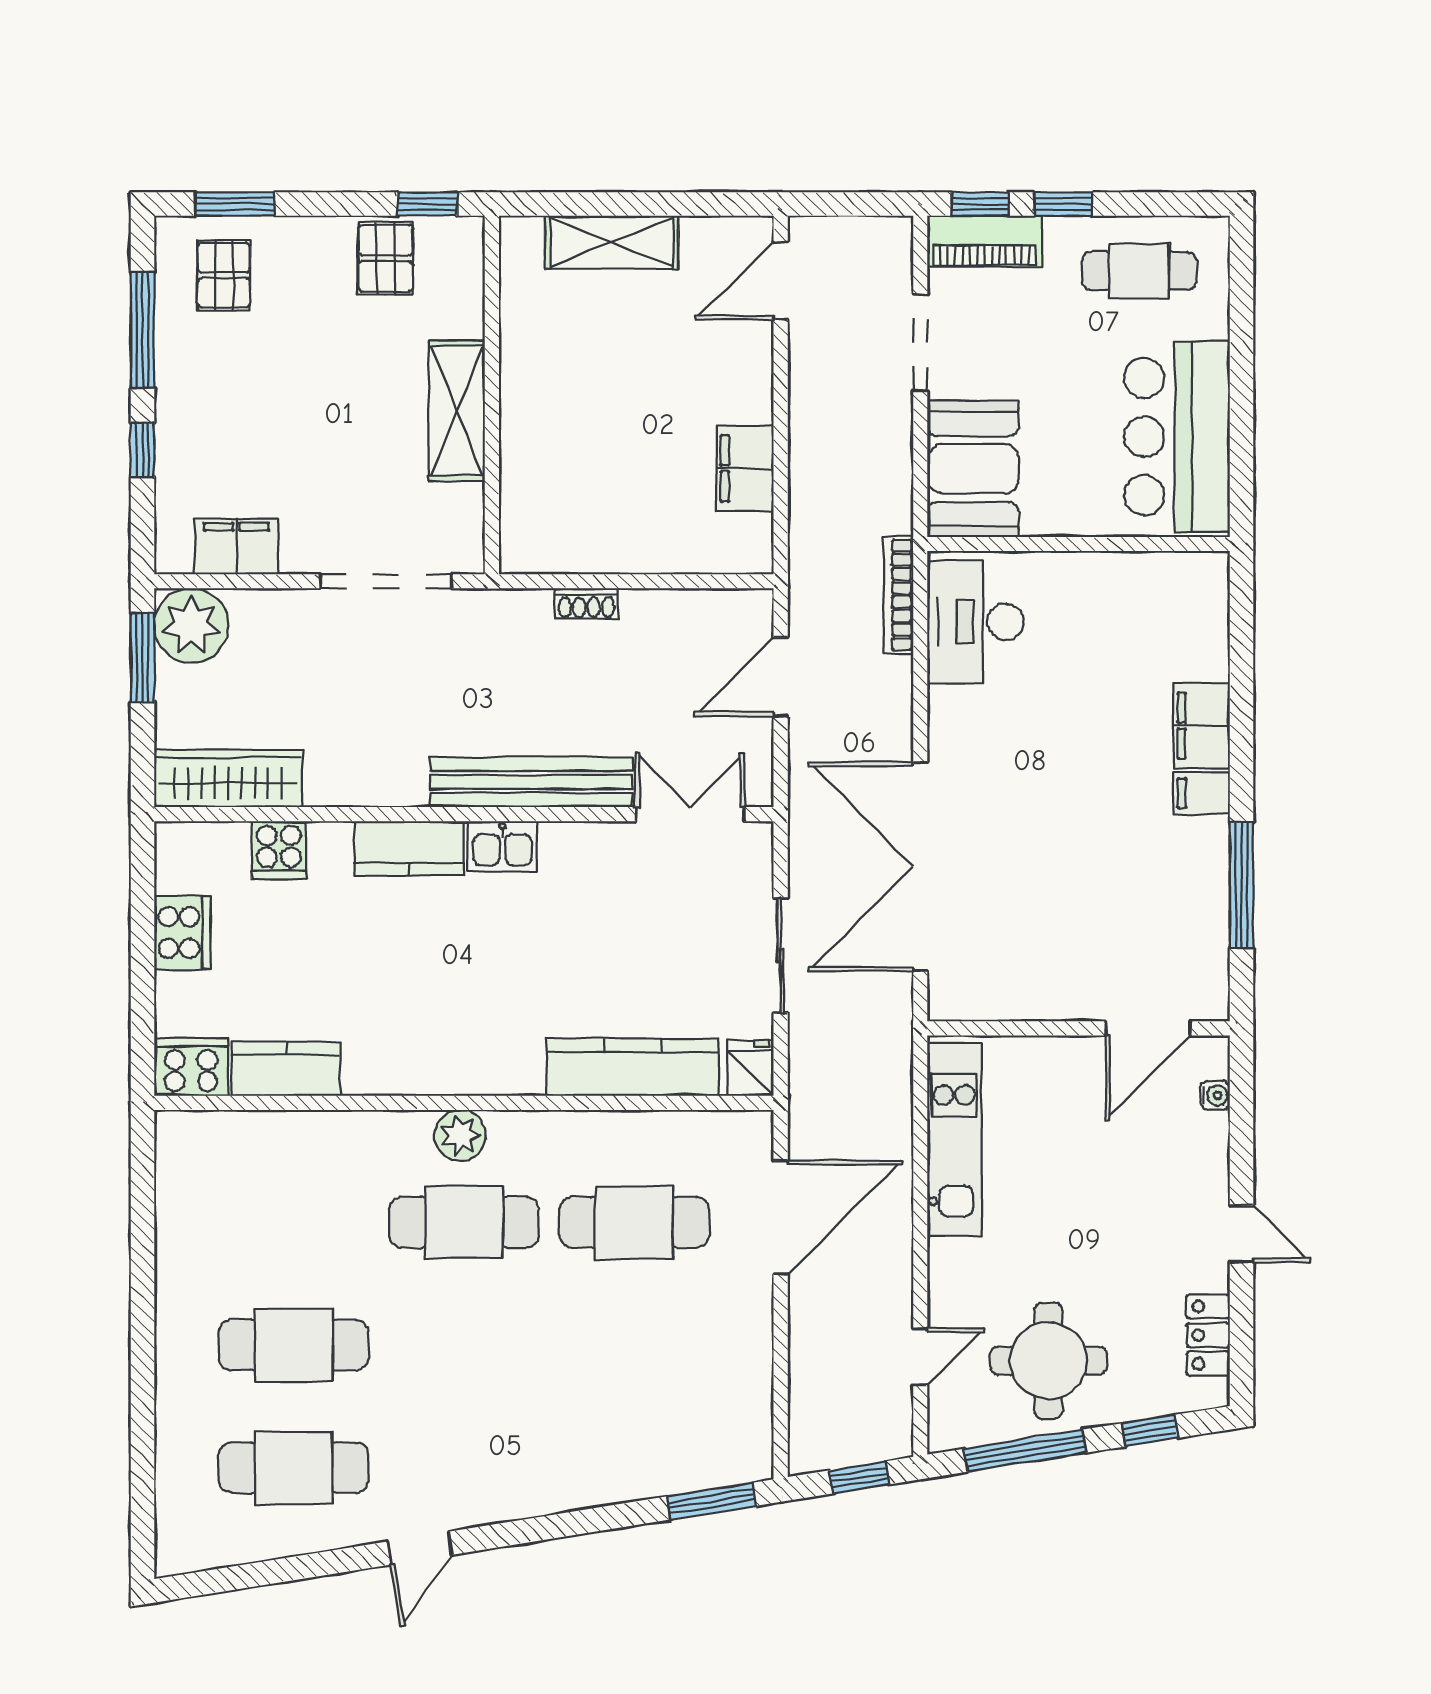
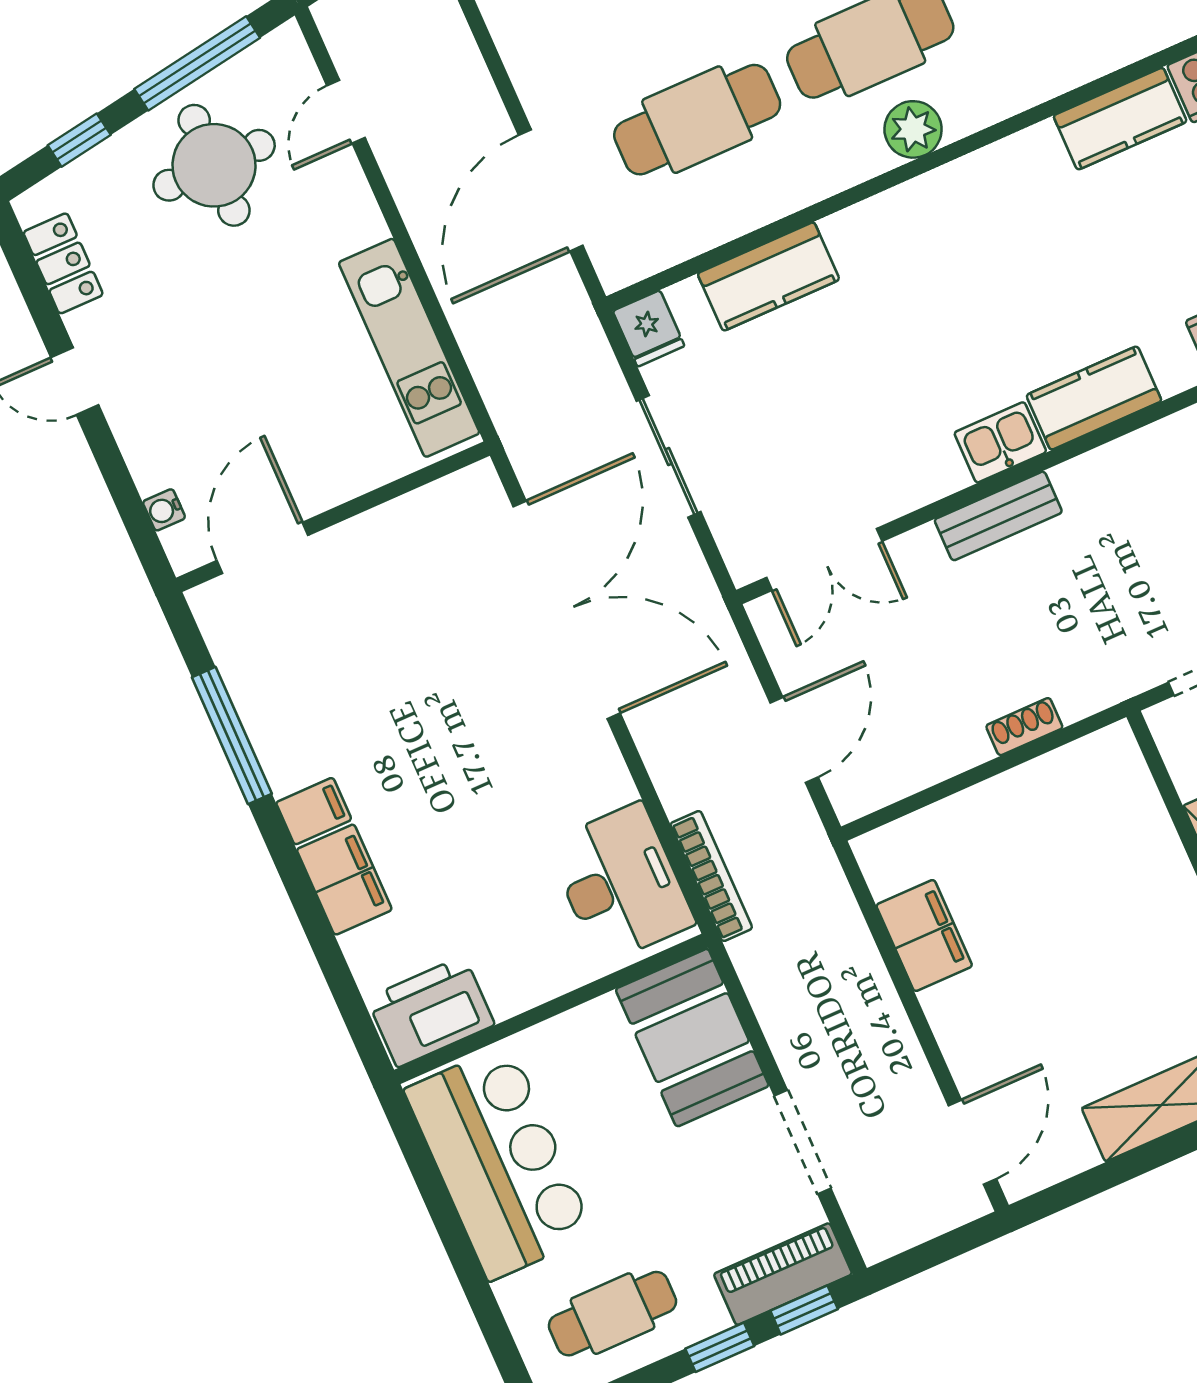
printer: (1179, 586) -> (431, 1012), added
bench: (531, 782) -> (998, 516), width x0.54, depth x0.82
kitchen counter: (633, 1067) -> (768, 276), width x0.67

